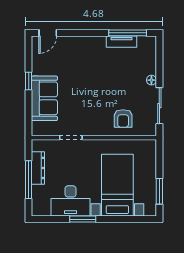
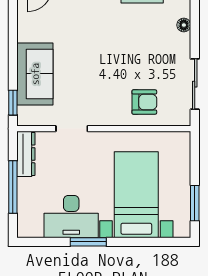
floor lamp: (151, 80) -> (184, 25), moved
window: (29, 81) -> (13, 103), moved
armchair: (123, 118) -> (144, 102), turned -90
dresser: (38, 168) -> (26, 154), moved

